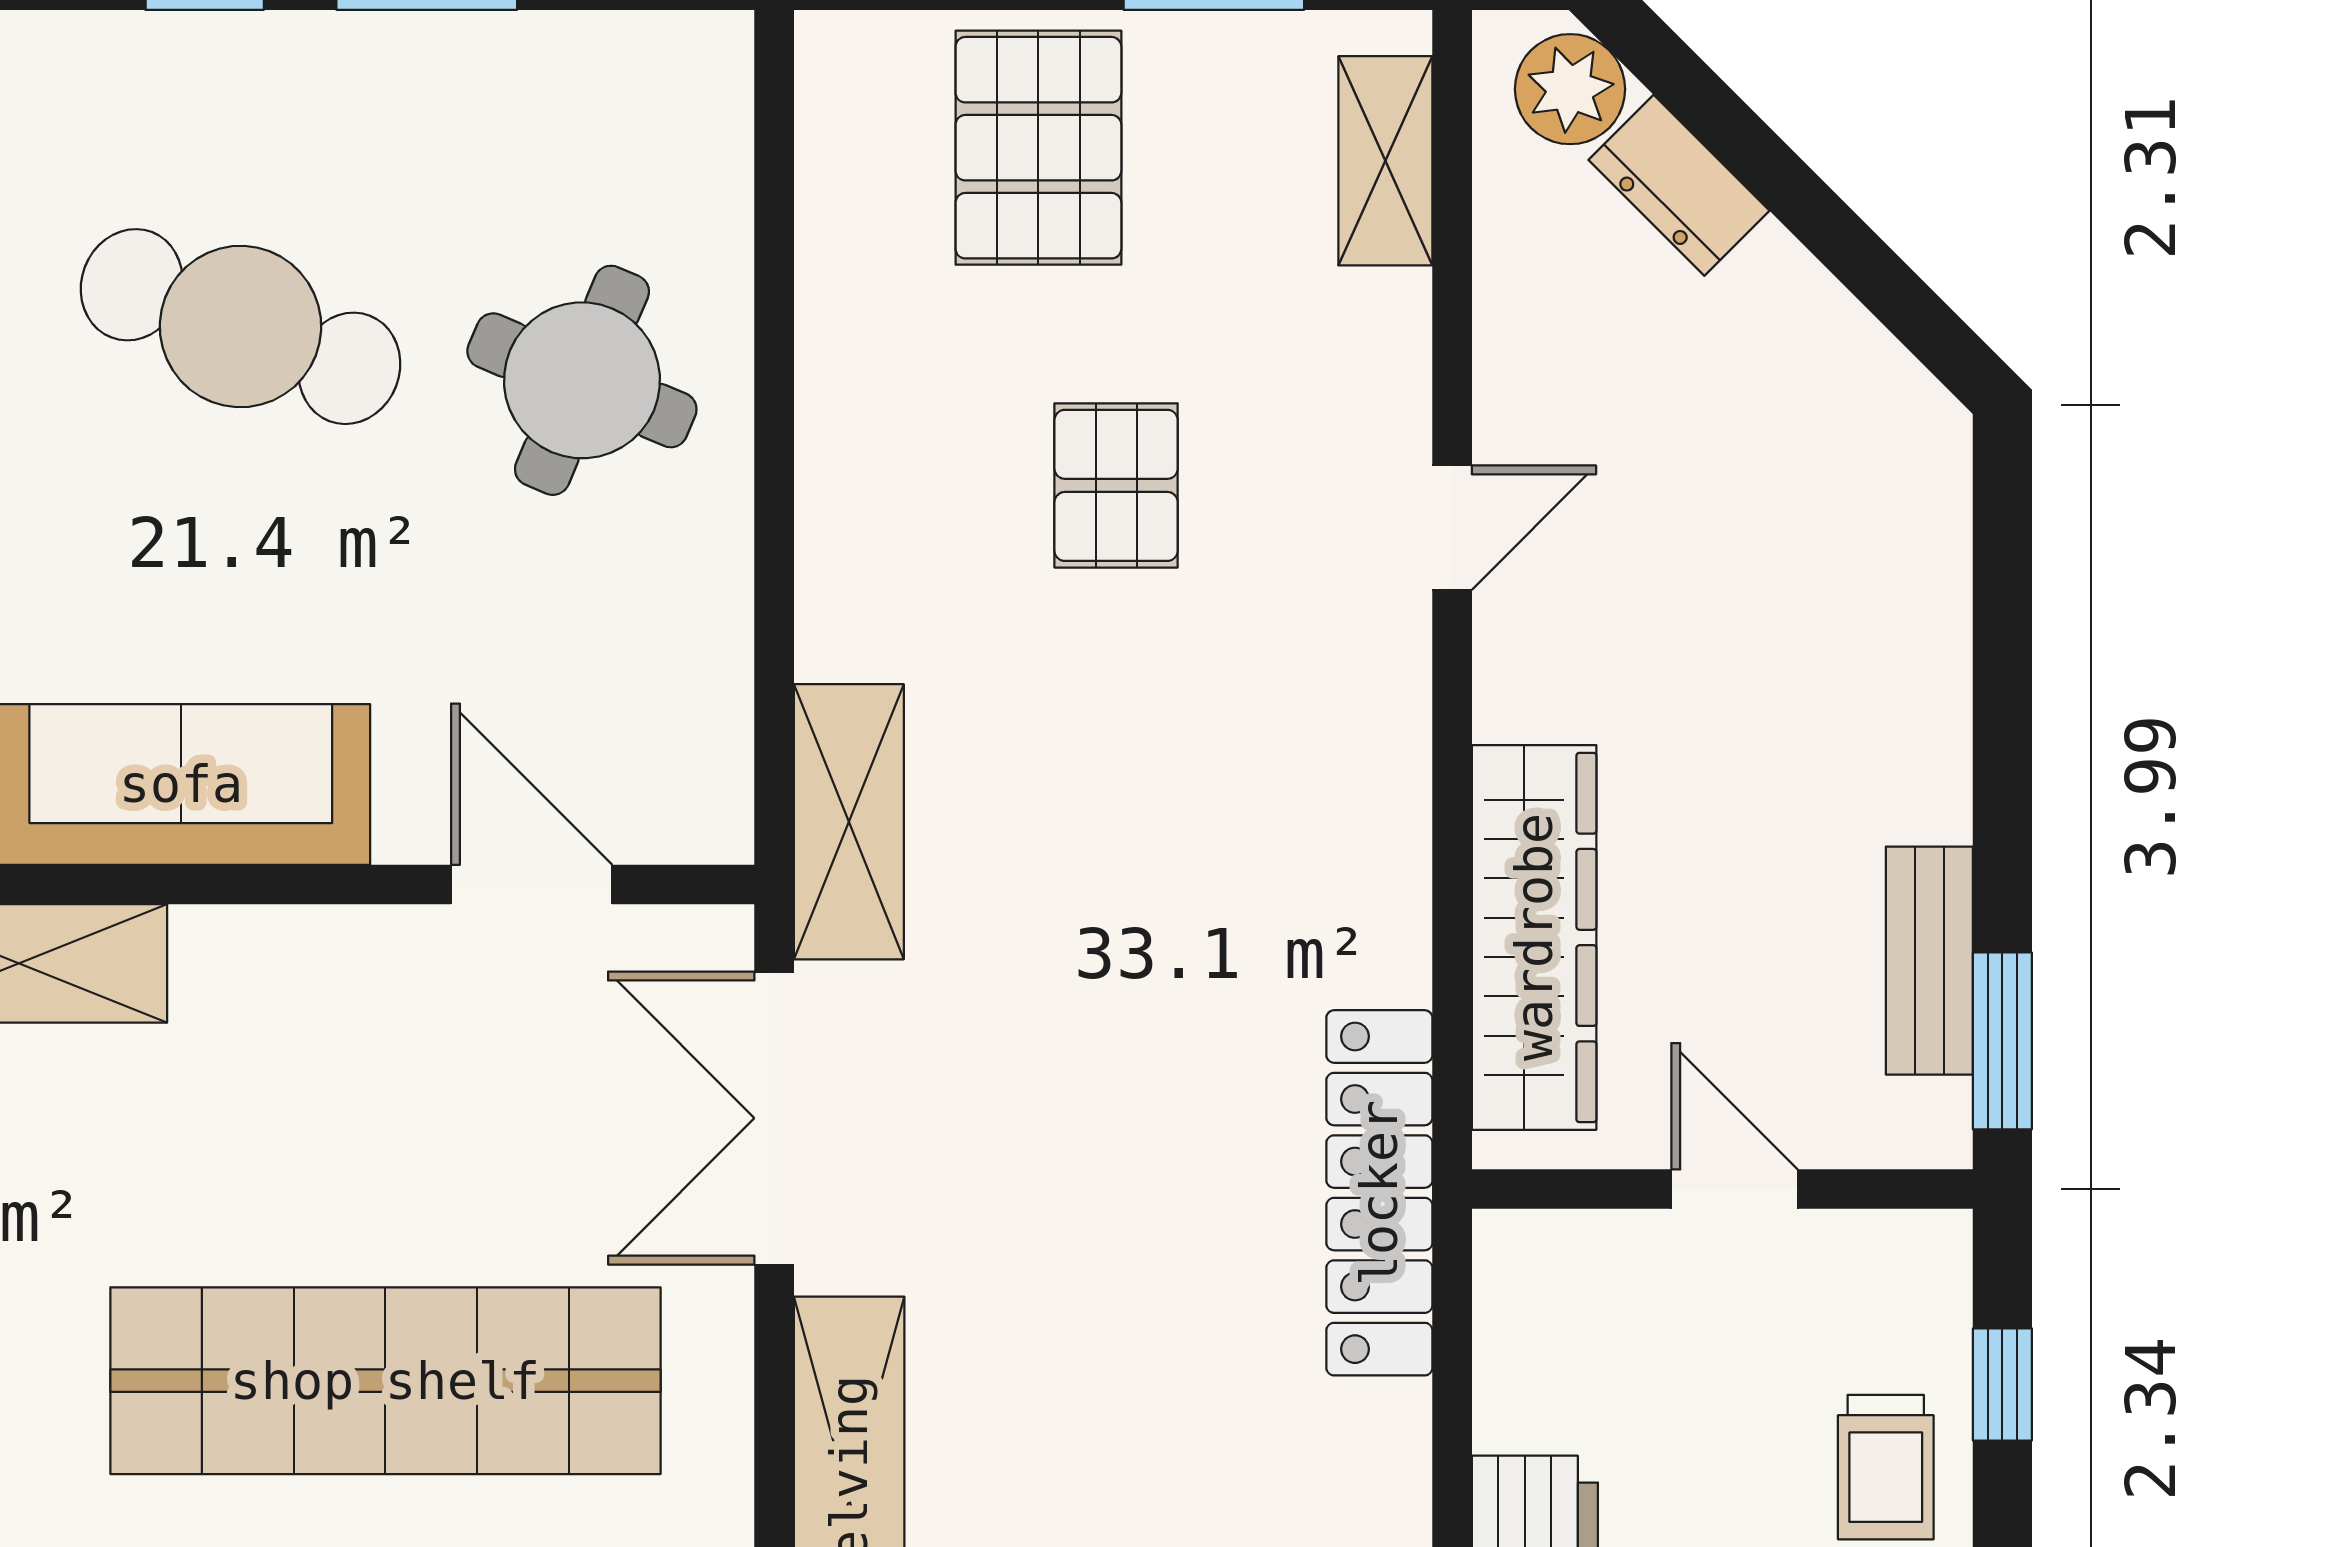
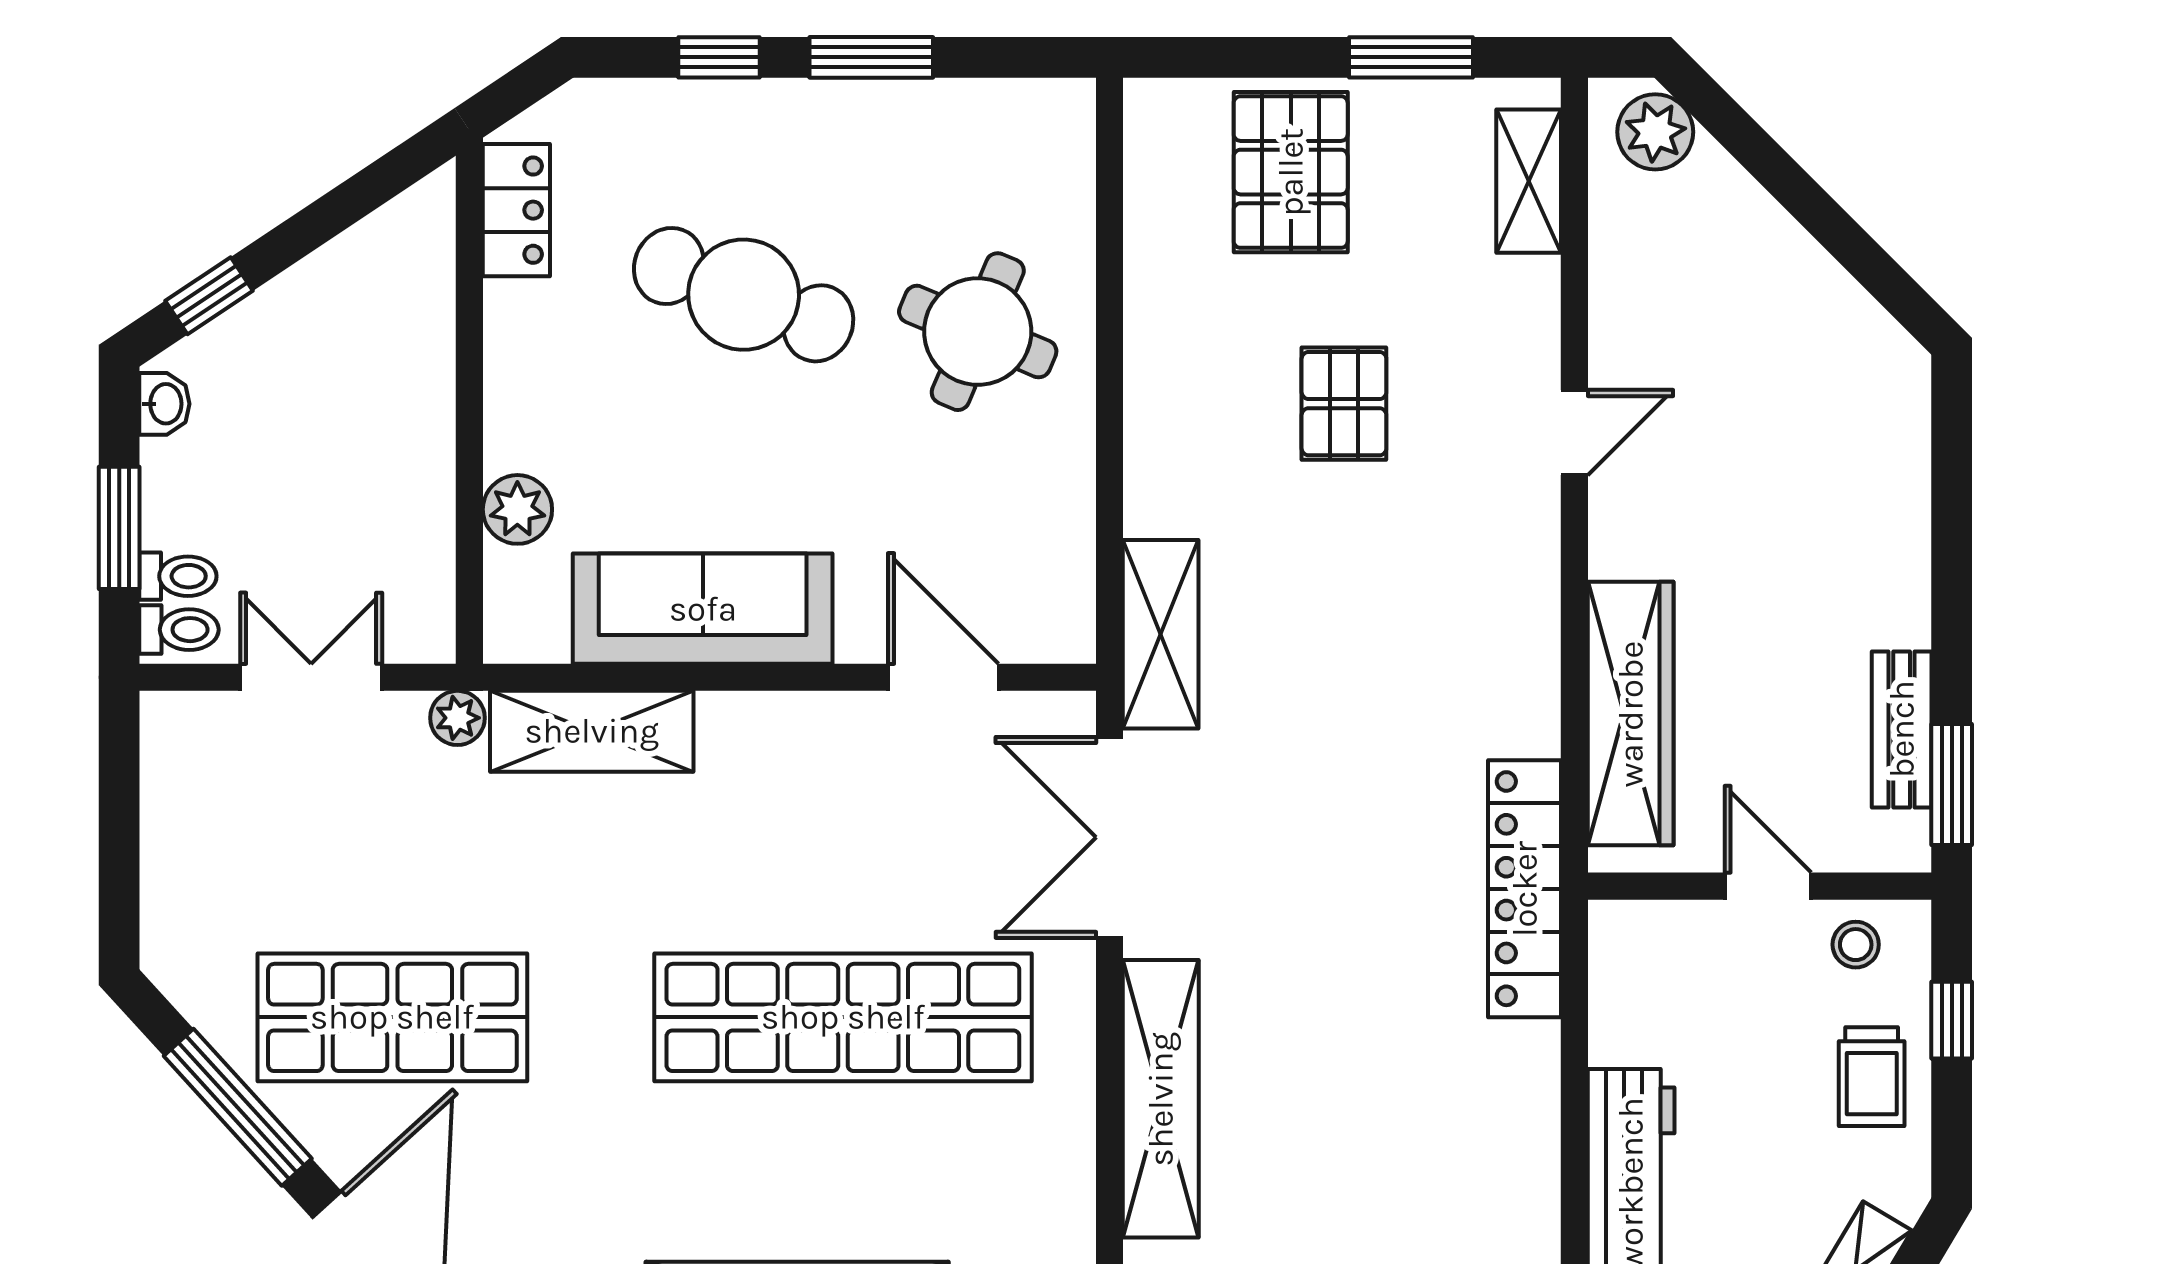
dresser: (1679, 185) -> (1730, 198), removed
stool: (1862, 1274) -> (1856, 945), added

